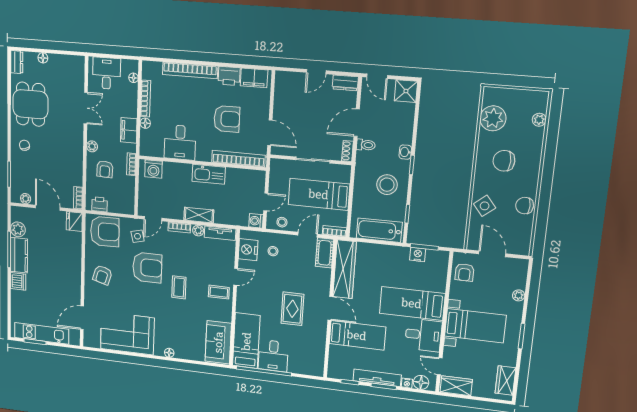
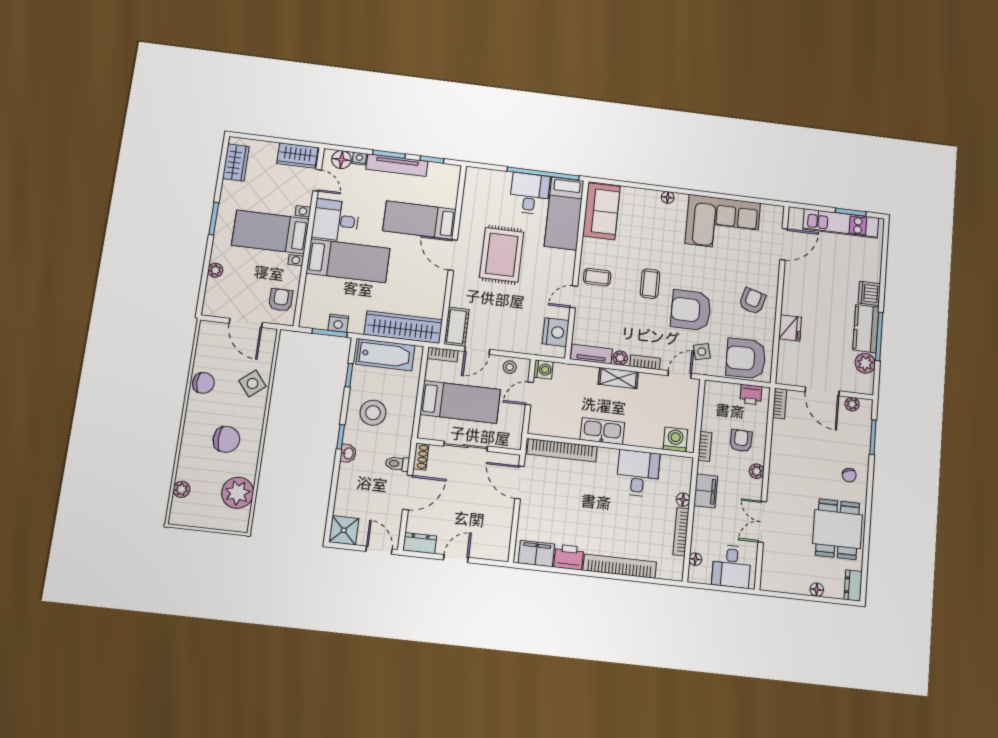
armchair: (227, 119) -> (575, 502), removed
fridge: (74, 221) -> (790, 328), moved
stool: (273, 251) -> (523, 330), removed
wardrobe: (345, 269) -> (403, 327), moved, turned 90
rug: (292, 309) -> (502, 255), width x1.36, depth x1.43

